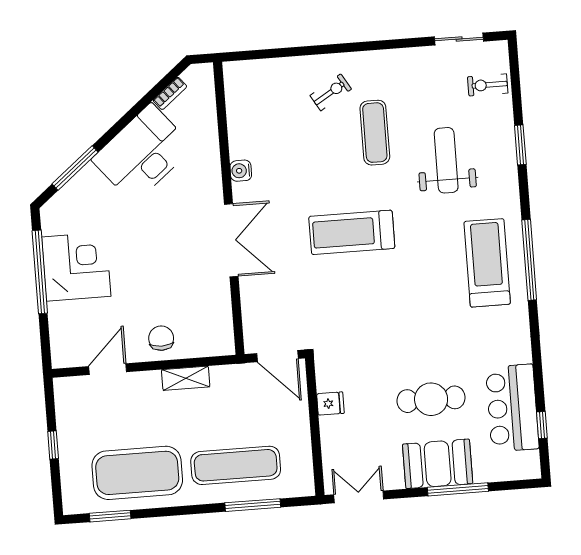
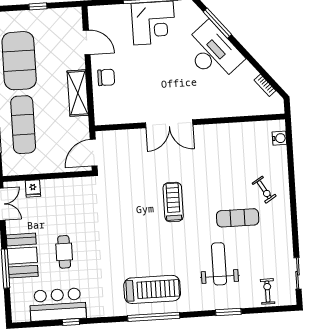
desk: (142, 153) -> (213, 52), moved
weight bench: (446, 160) -> (219, 264), turned -90
water cooler: (241, 171) -> (279, 138), moved, turned 90
treadmill: (352, 232) -> (173, 202), width x0.73, depth x0.73
shelving: (186, 378) -> (78, 93), width x1.50, depth x1.33
cafe table: (431, 399) -> (64, 252), width x0.73, depth x0.74
fridge: (330, 404) -> (33, 188), moved
window: (542, 425) -> (71, 322), moved

